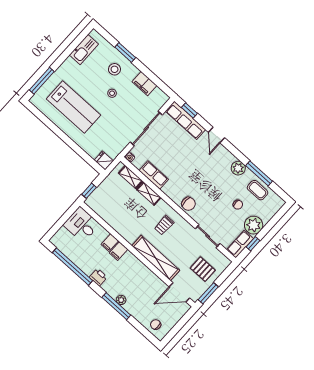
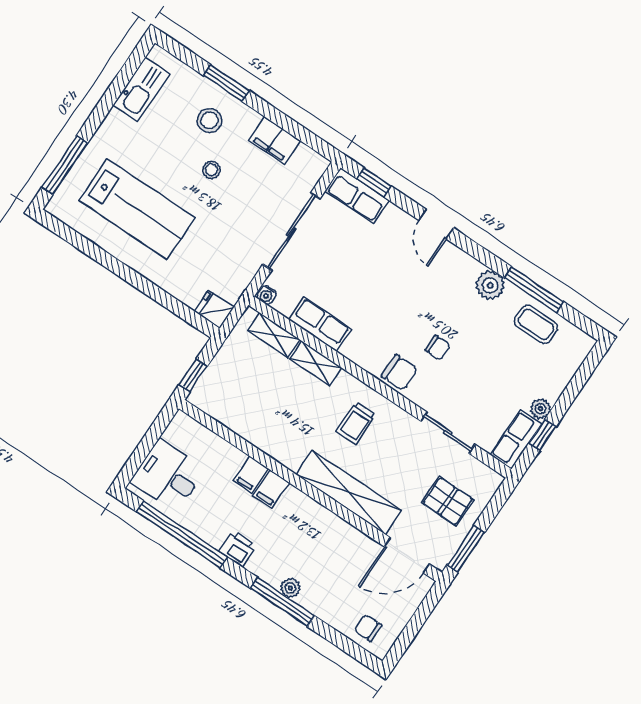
row of seats: (185, 120) -> (357, 196), width x0.68
chair: (238, 205) -> (438, 348), moved
desk: (81, 225) -> (168, 476), moved
plant: (254, 225) -> (540, 409), width x0.53, depth x0.53

